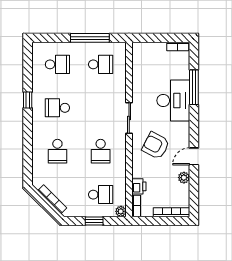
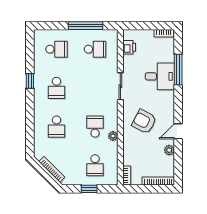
desk: (173, 100) -> (160, 76), width x0.73
school desk: (57, 108) -> (56, 88), turned -90
sliding door: (129, 118) -> (120, 86), moved
school desk: (101, 151) -> (95, 127), turned 180
printer: (139, 186) -> (129, 47), moved
school desk: (101, 195) -> (95, 165), turned 90
plant: (121, 211) -> (113, 136), moved

